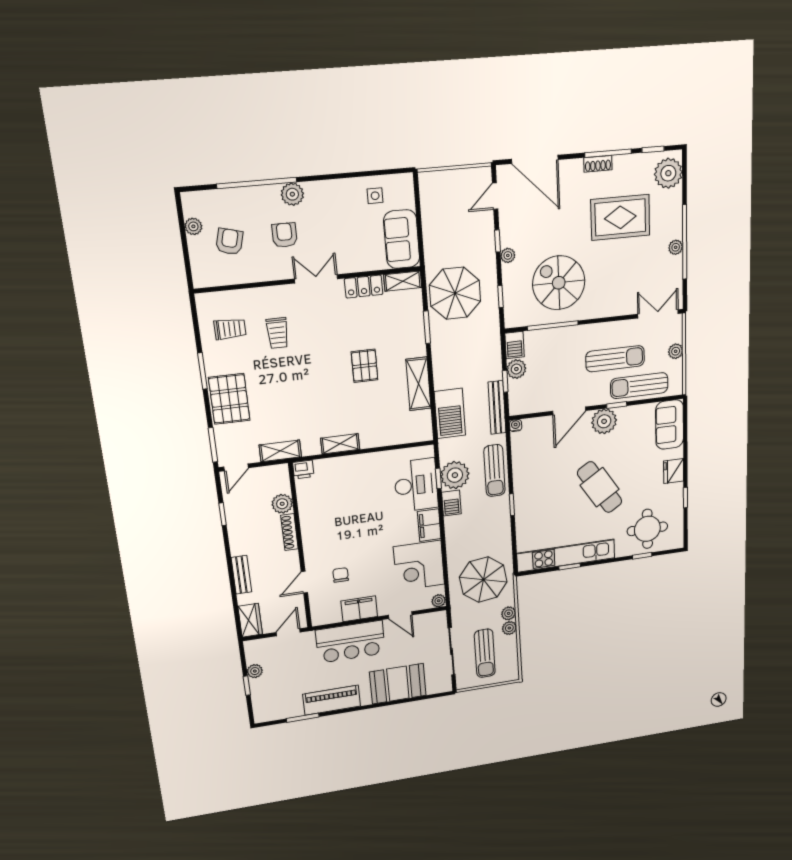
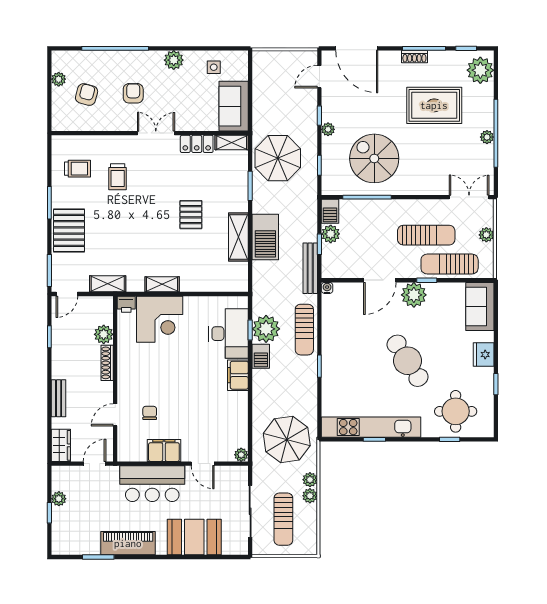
plant: (292, 194) -> (174, 60), moved
barbecue: (450, 413) -> (265, 237), moved
corner desk: (419, 566) -> (160, 319), moved, turned -90

